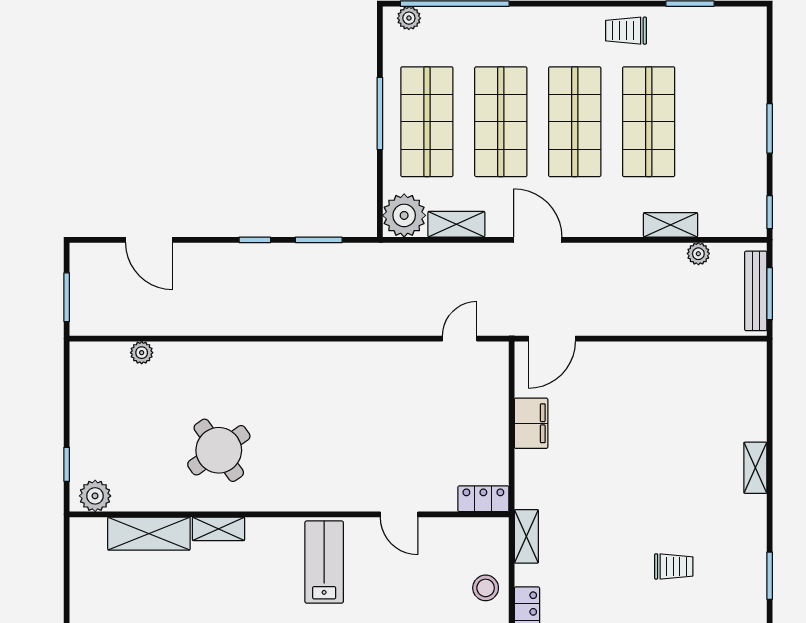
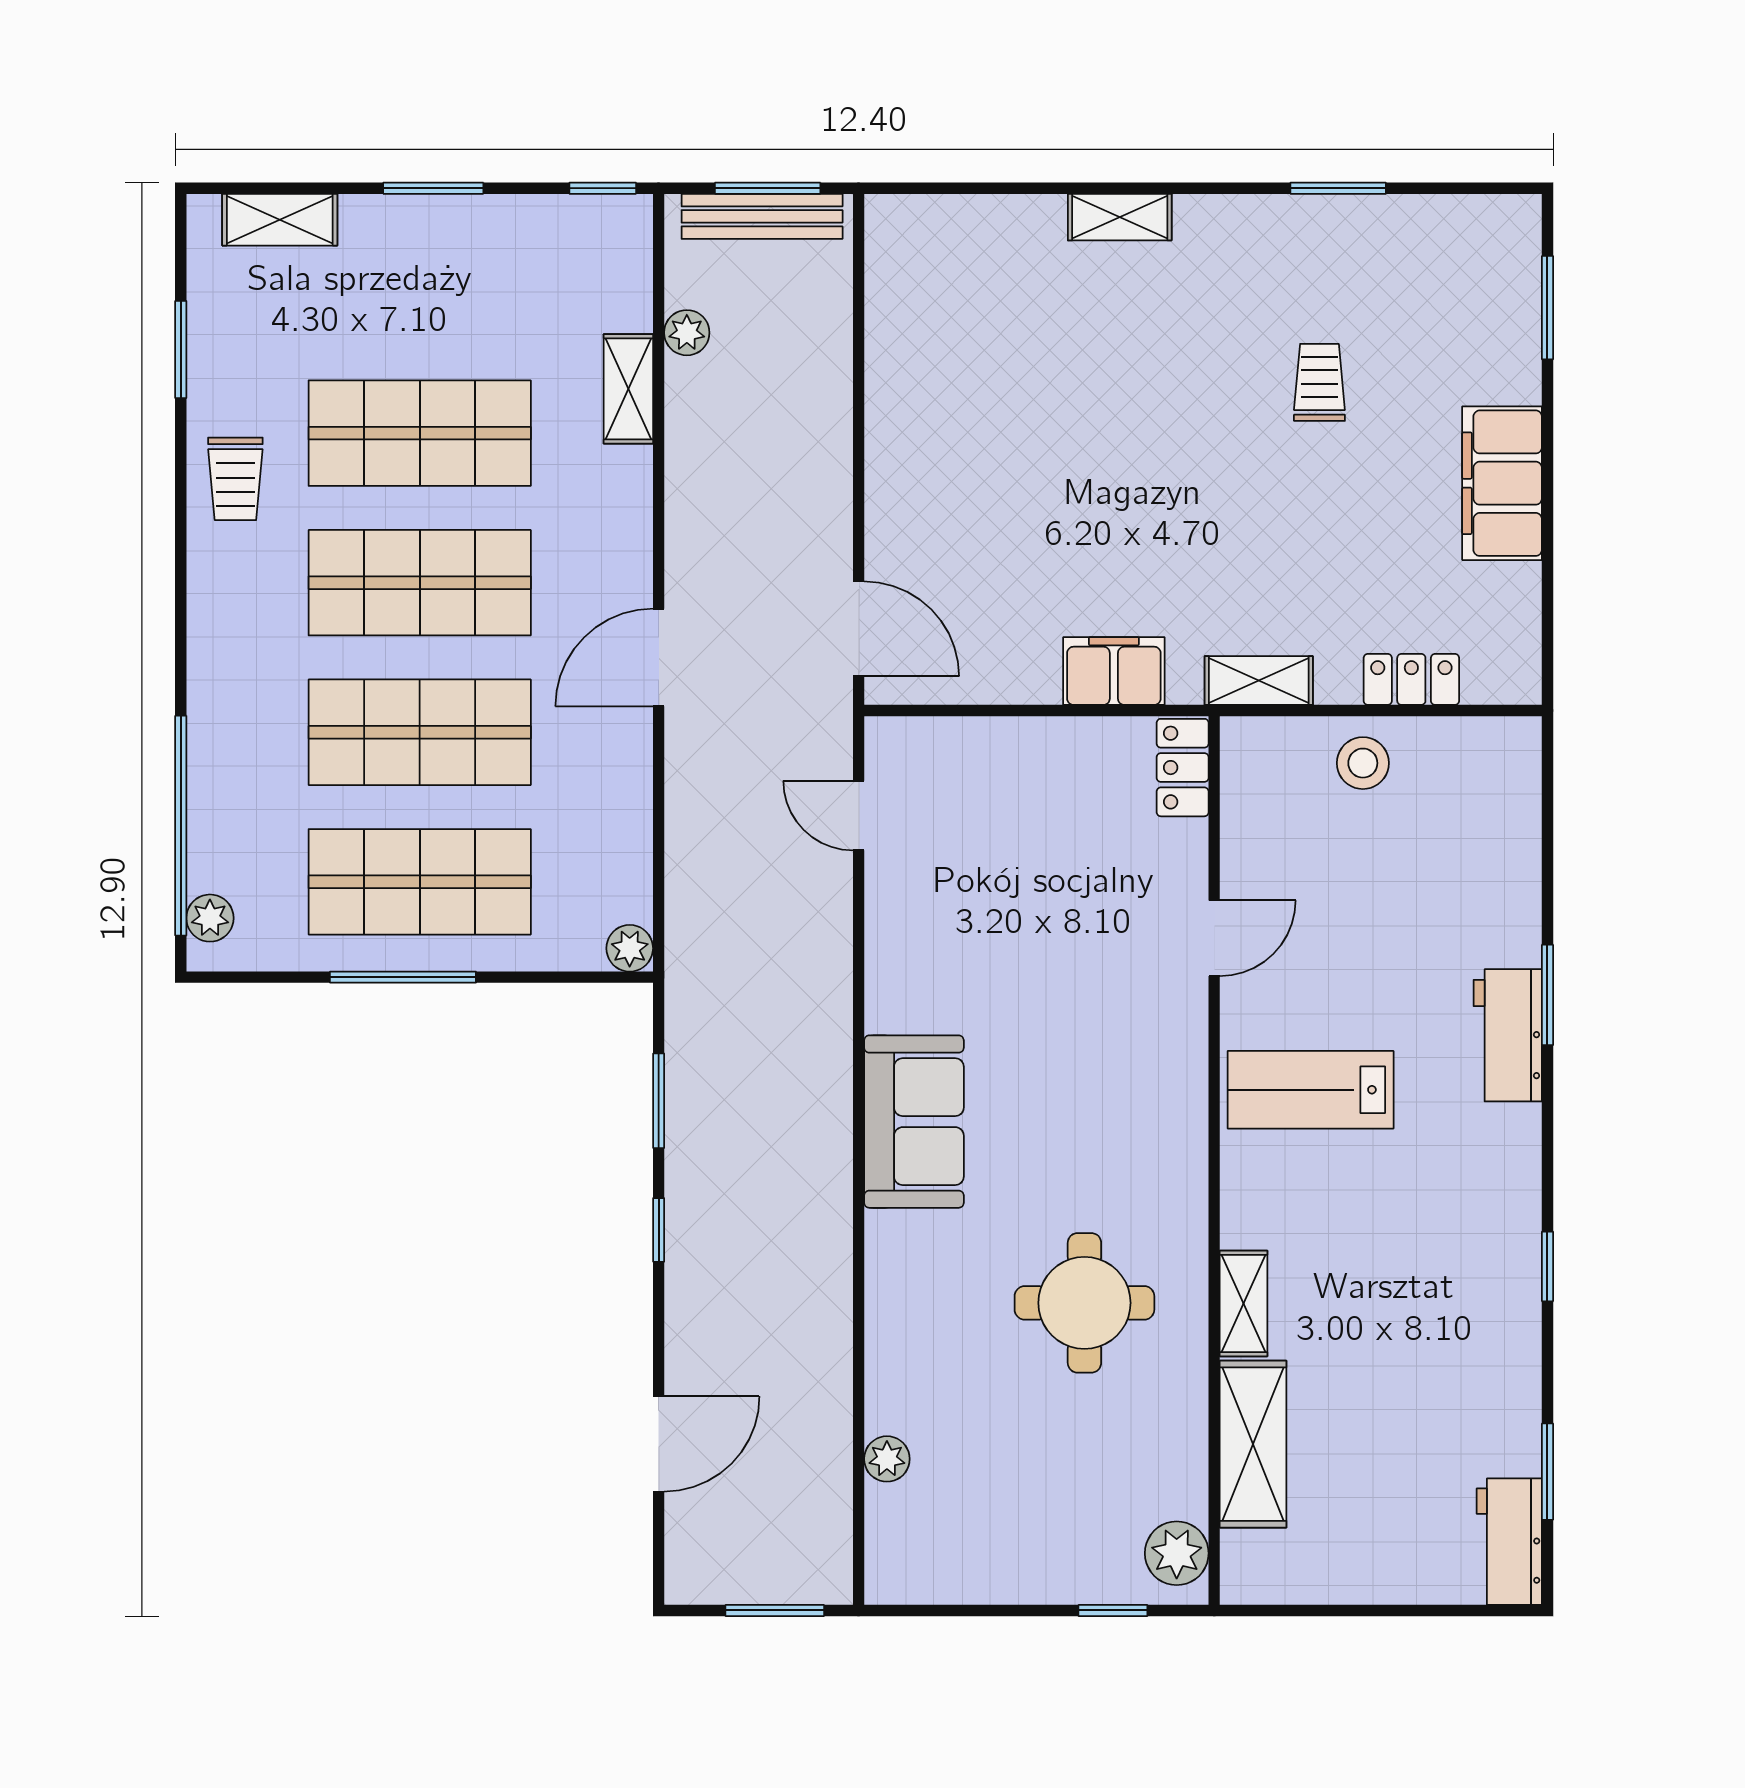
plant: (404, 215) -> (630, 948), width x0.53, depth x0.53
shelving: (456, 224) -> (280, 220), moved, turned 90
sofa: (308, 366) -> (914, 1122), added
filing cabinet: (531, 423) -> (1114, 671), moved
round table: (219, 450) -> (1084, 1303), turned 35

